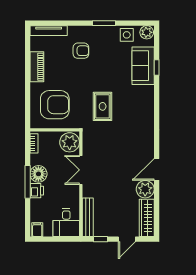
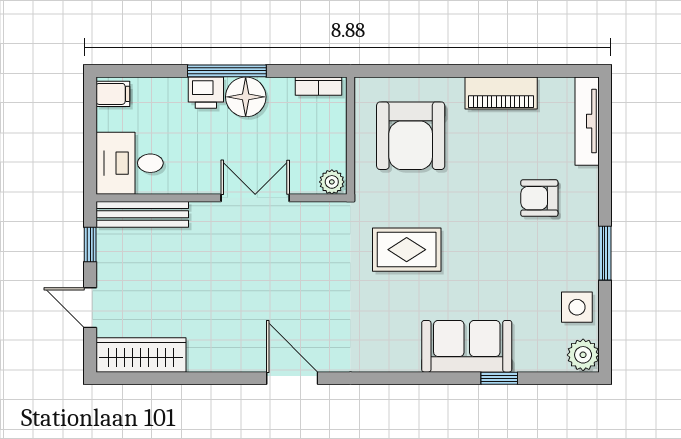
armchair: (81, 51) -> (539, 198), turned 90
sofa: (143, 66) -> (467, 346), moved
plant: (70, 142) -> (332, 182), width x0.53, depth x0.53
door: (157, 169) -> (292, 378), moved
plant: (145, 189) -> (209, 351), removed

